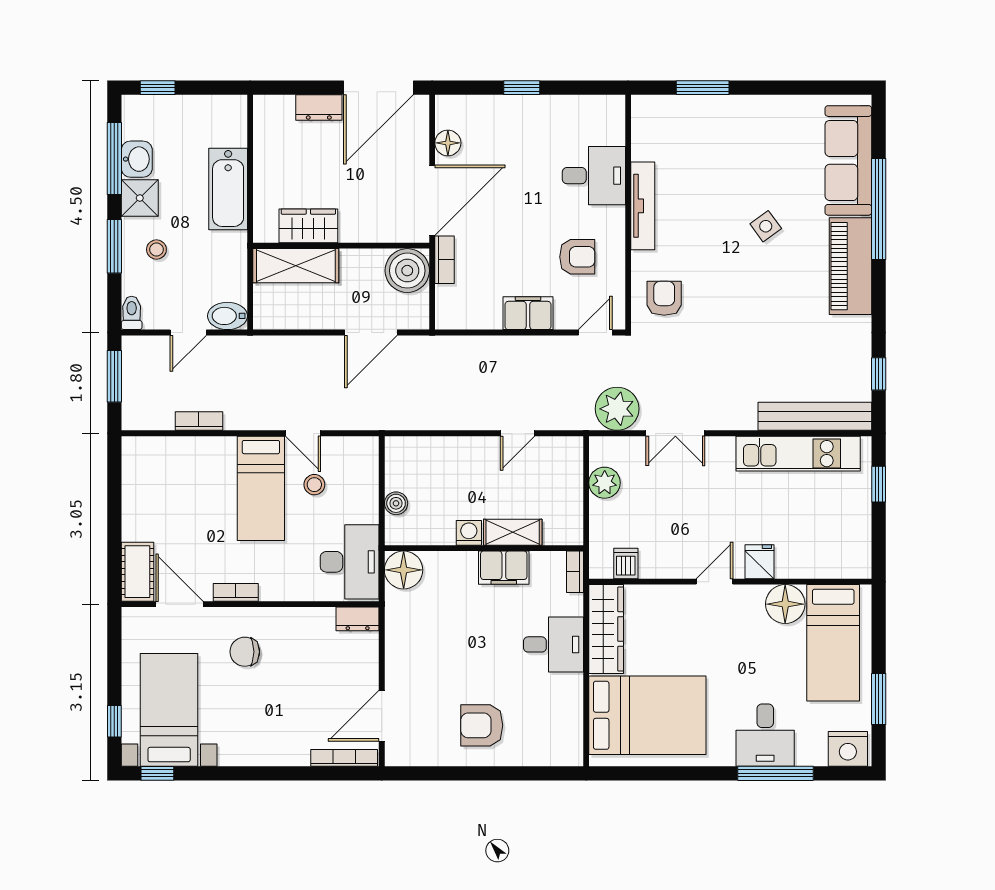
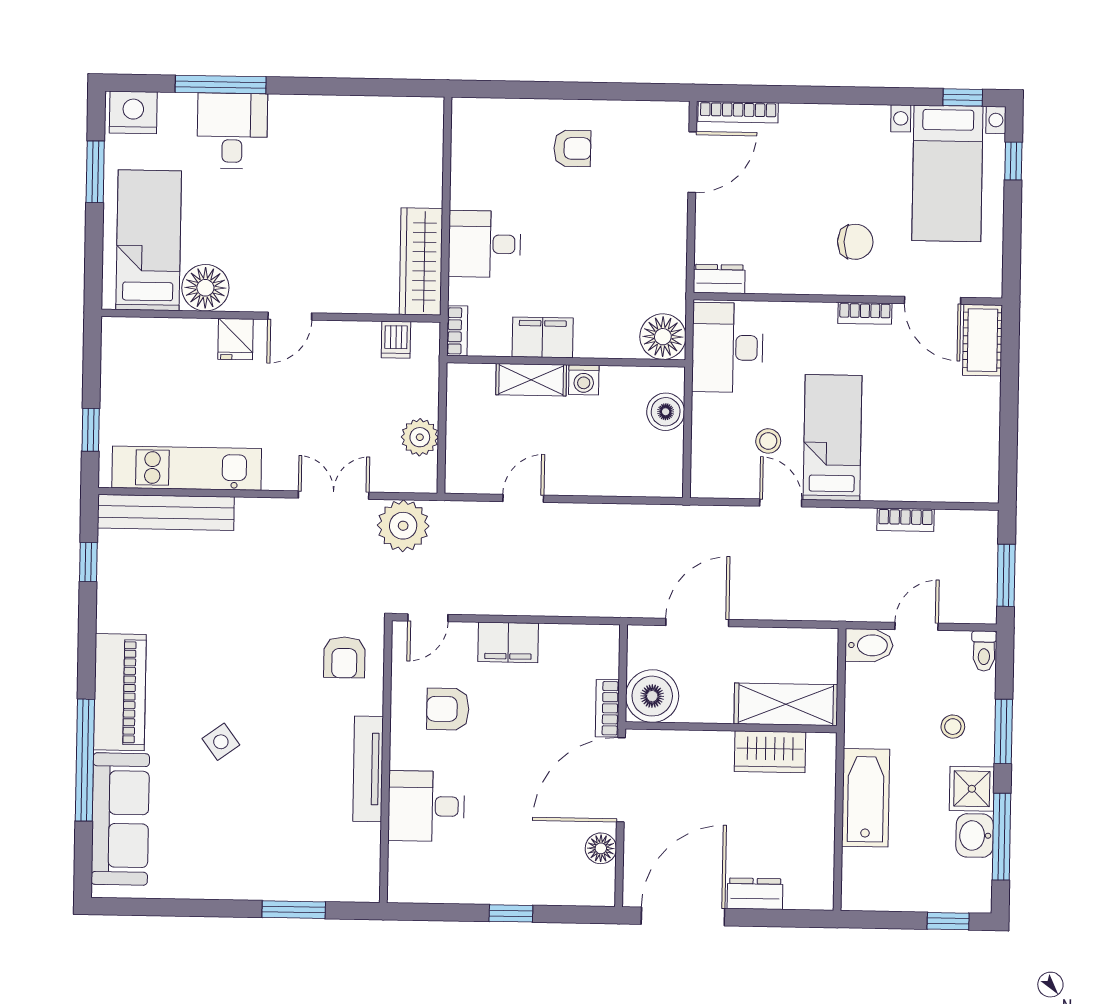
boiler: (396, 503) -> (666, 412), width x1.36, depth x1.36
bed: (647, 715) -> (373, 157), removed
armchair: (482, 725) -> (572, 148), width x0.72, depth x0.72

